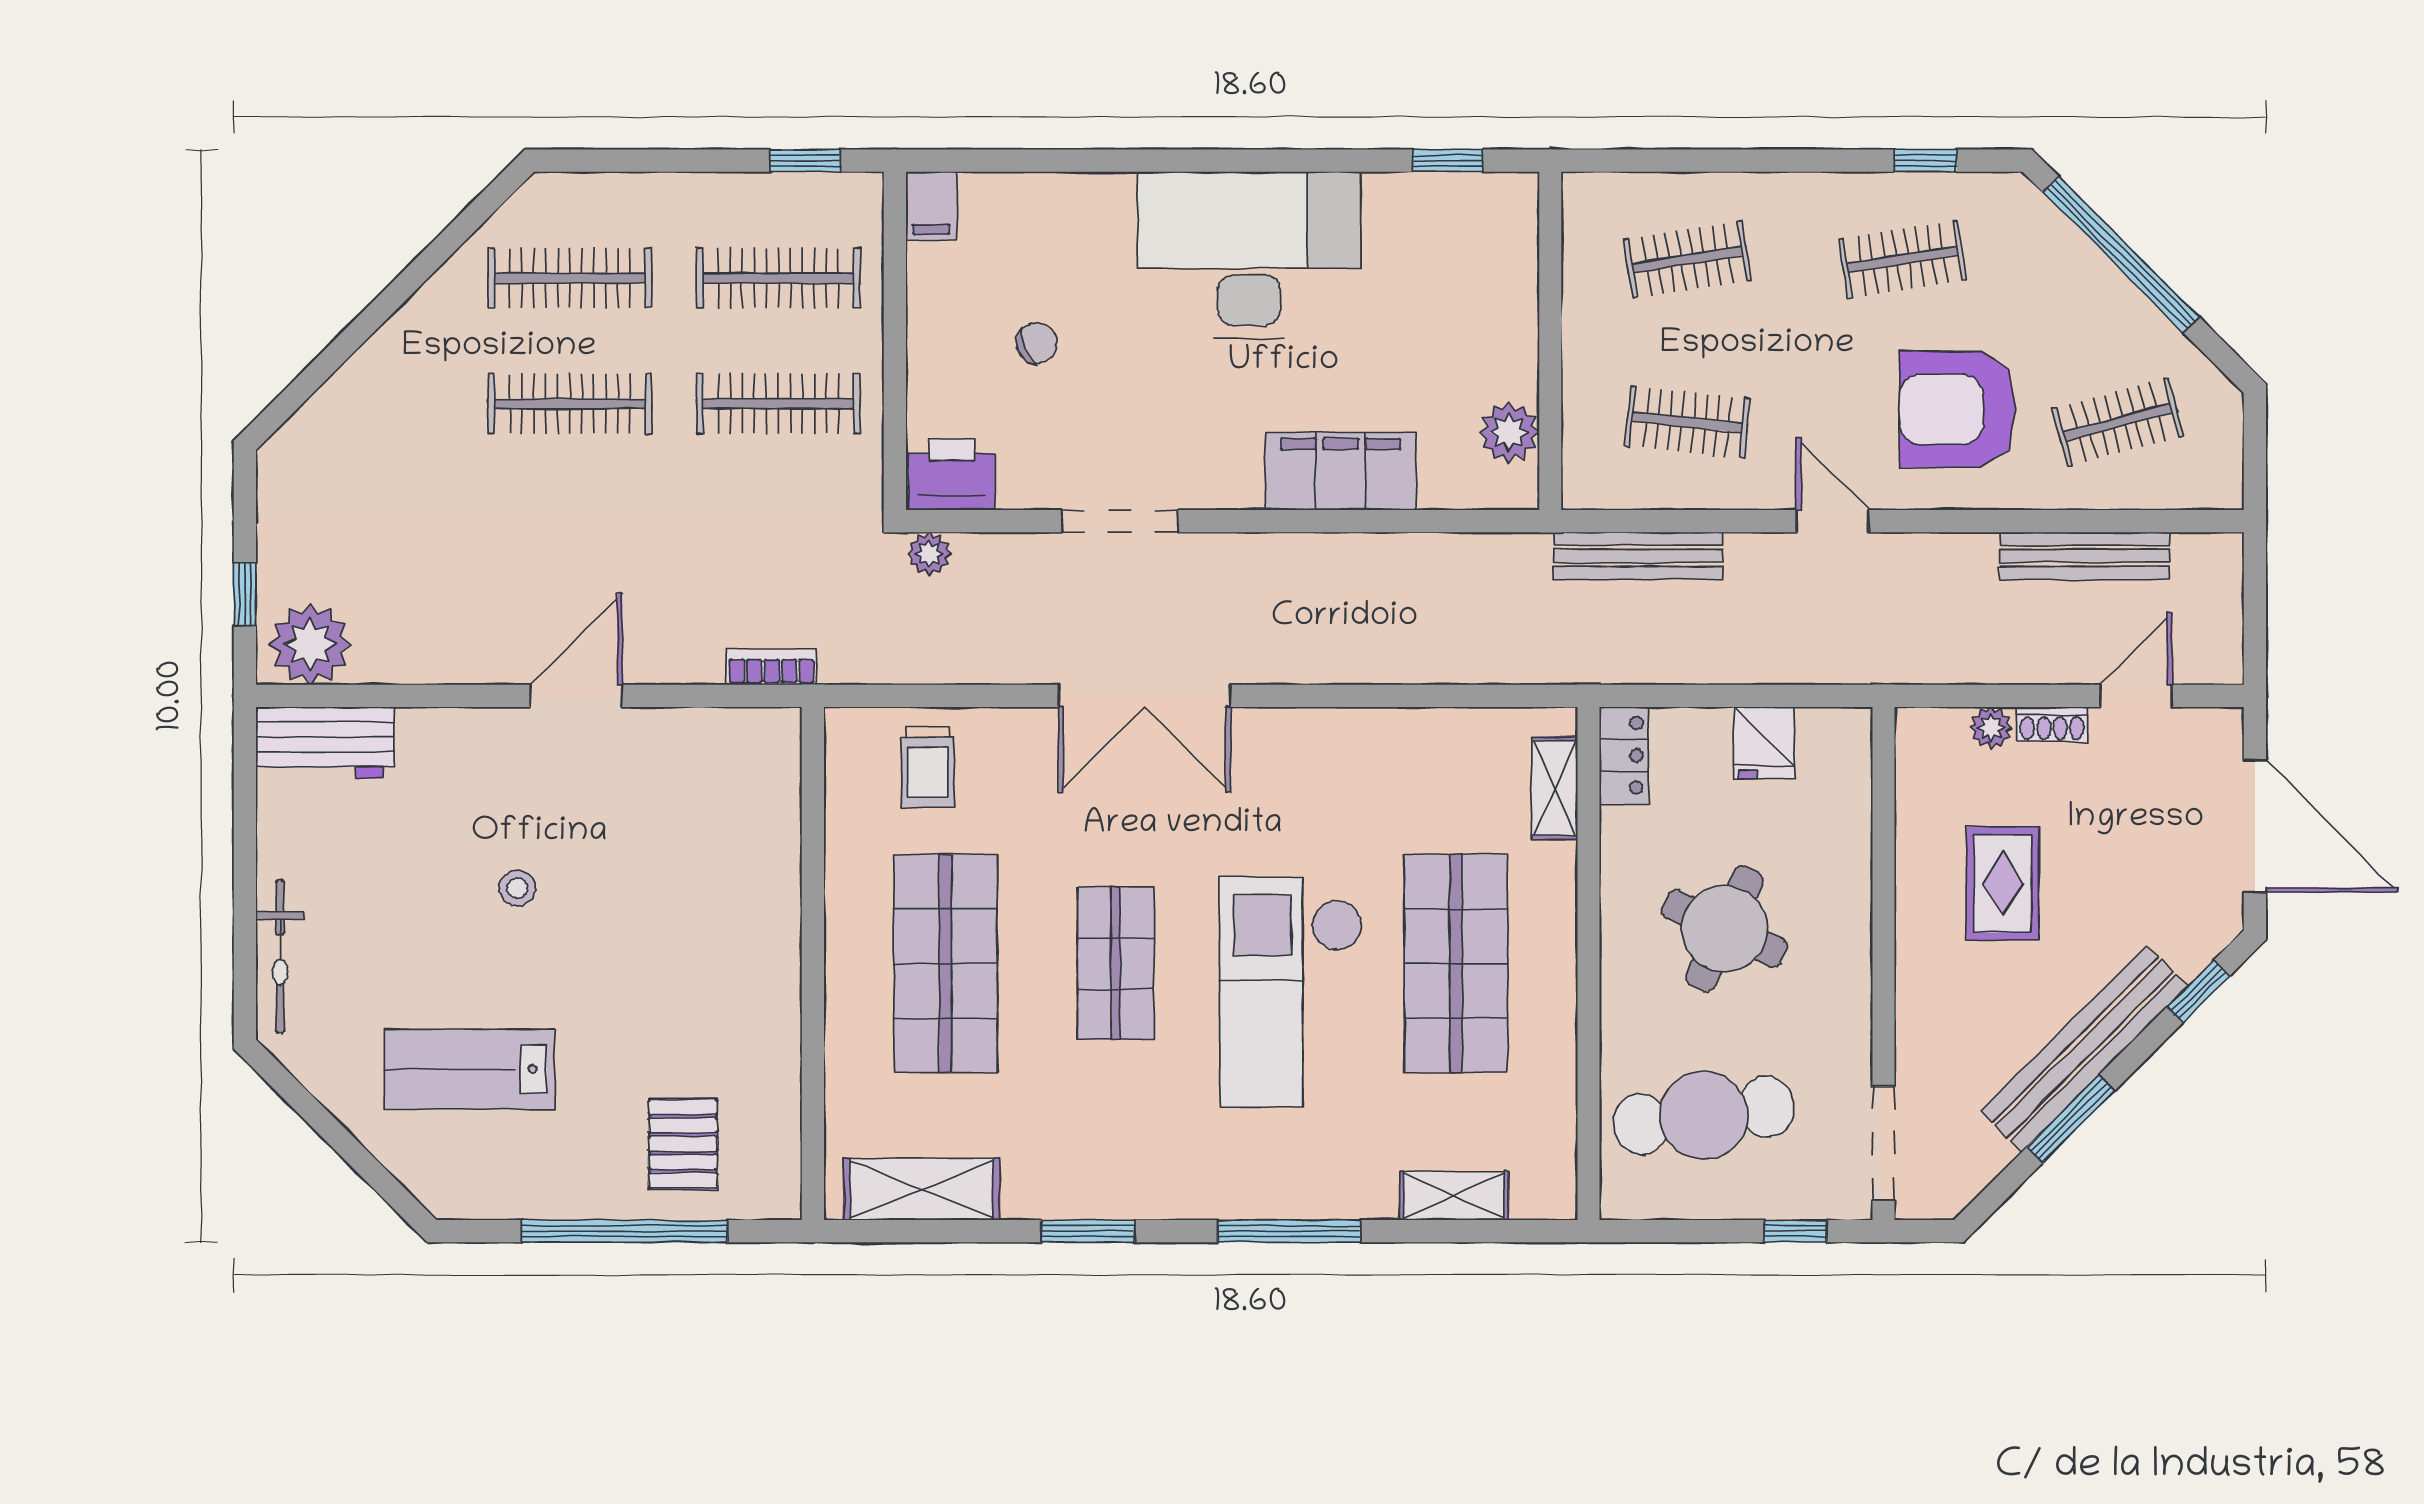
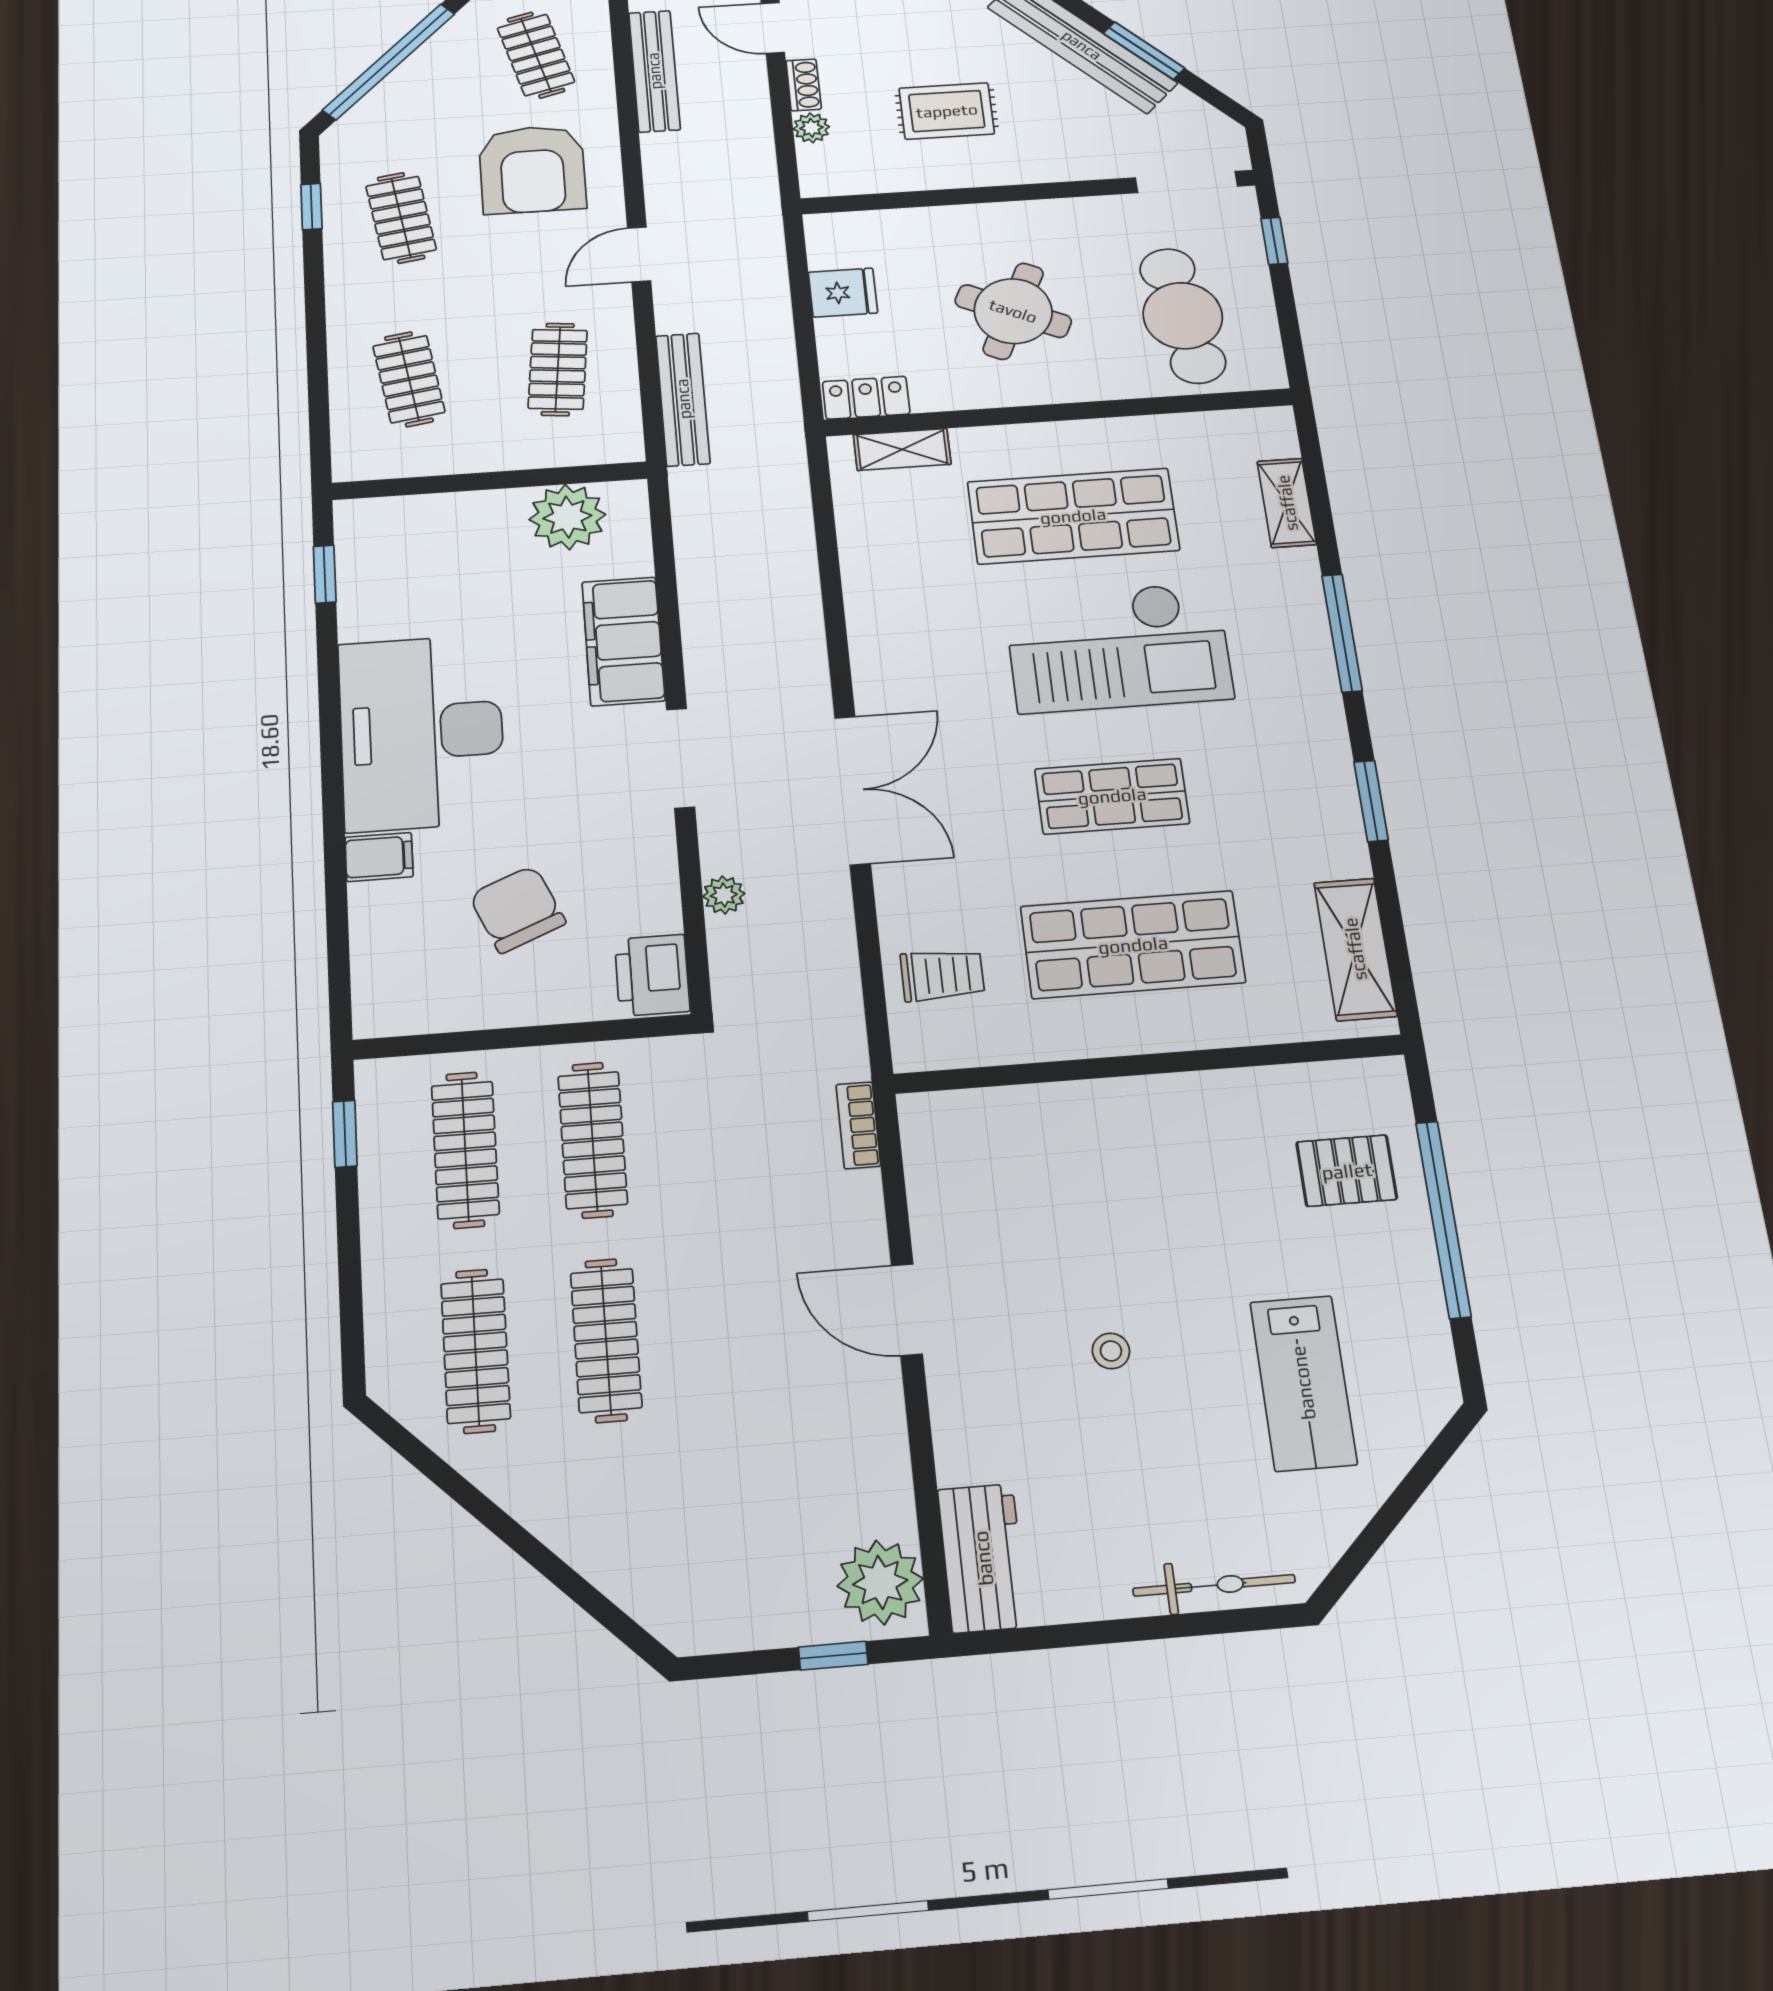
filing cabinet: (931, 205) -> (379, 857), moved
chair: (1037, 343) -> (517, 909), width x1.87, depth x1.87
plant: (1509, 432) -> (567, 517), width x1.36, depth x1.36
doorway: (1120, 521) -> (680, 758), moved
plant: (929, 554) -> (724, 895), moved

